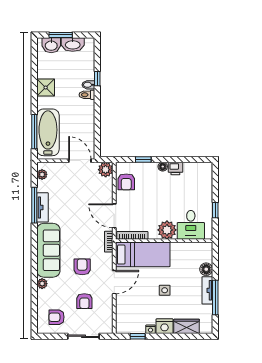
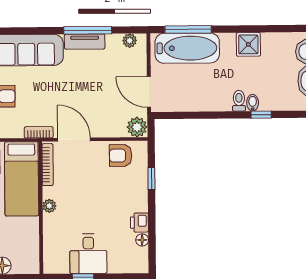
door: (80, 161) -> (149, 92), swing flipped
floor lamp: (163, 167) -> (142, 240), moved
door: (114, 216) -> (74, 140), hinge flipped
desk: (191, 225) -> (88, 254), moved, turned -90
plant: (167, 230) -> (49, 206), width x0.53, depth x0.53

